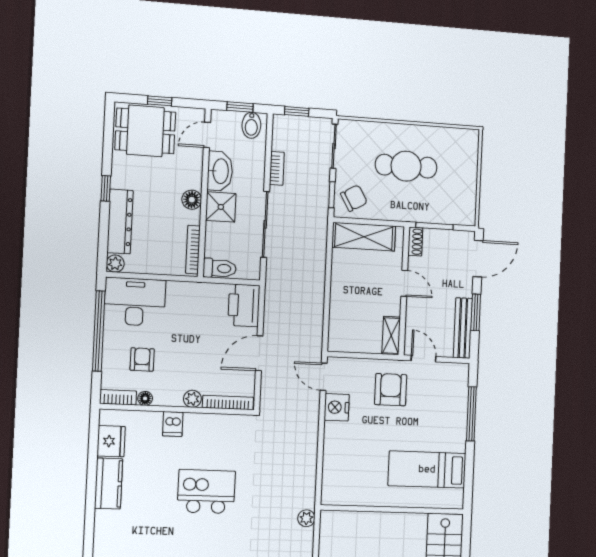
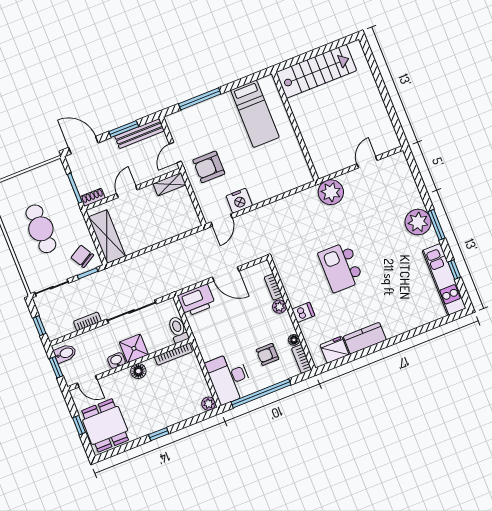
washbasin: (220, 171) -> (116, 361), width x0.52, depth x0.69
dresser: (120, 222) -> (177, 414), removed
bookcase: (228, 402) -> (273, 287), width x0.64
plant: (306, 518) -> (331, 192), width x1.88, depth x1.88

